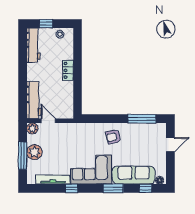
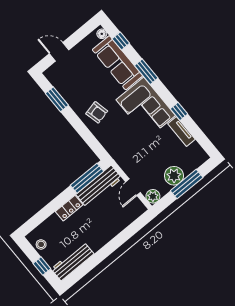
window: (77, 97) -> (87, 178), added
workbench: (34, 100) -> (99, 186), moved, turned 180
window: (142, 119) -> (57, 99), width x0.69
tv unit: (53, 180) -> (182, 132), width x0.71

